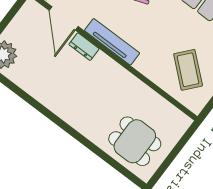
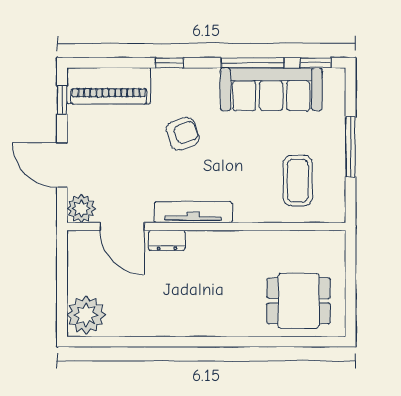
coffee table: (188, 70) -> (298, 181), turned 49

